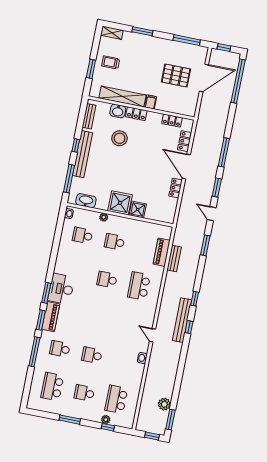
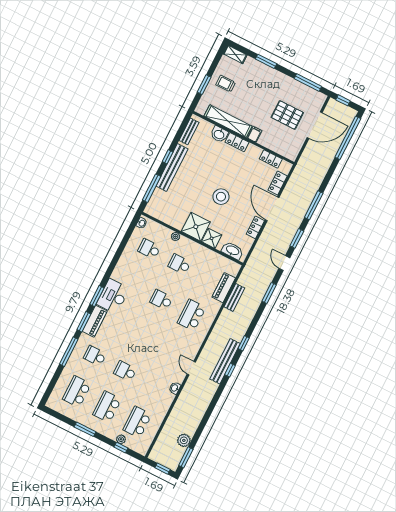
stool: (119, 138) -> (221, 197), moved
washbasin: (86, 201) -> (232, 251), moved
school desk: (84, 393) -> (107, 407), width x1.85

